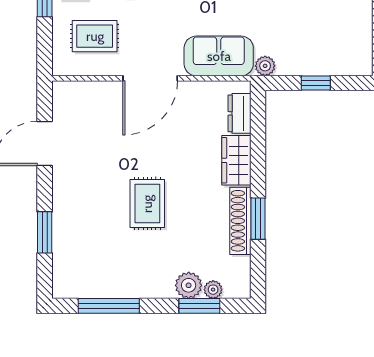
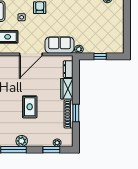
plant: (189, 285) -> (22, 141), moved

